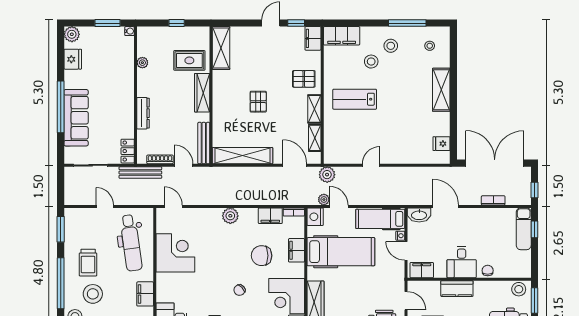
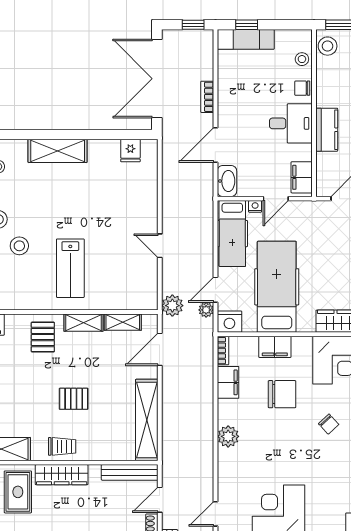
trolley: (223, 93) -> (62, 446), added
bookcase: (493, 200) -> (207, 97), moved
chair: (262, 256) -> (282, 394), turned -90
stool: (509, 270) -> (302, 59), added

